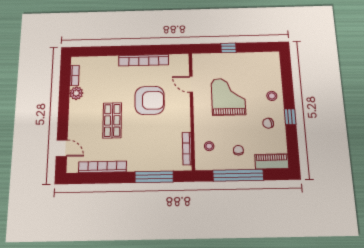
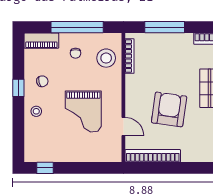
window: (229, 48) -> (45, 168), moved
bookcase: (144, 60) -> (153, 156), moved
armchair: (150, 100) -> (169, 109), turned 98
stool: (209, 146) -> (106, 58), width x1.89, depth x1.89

